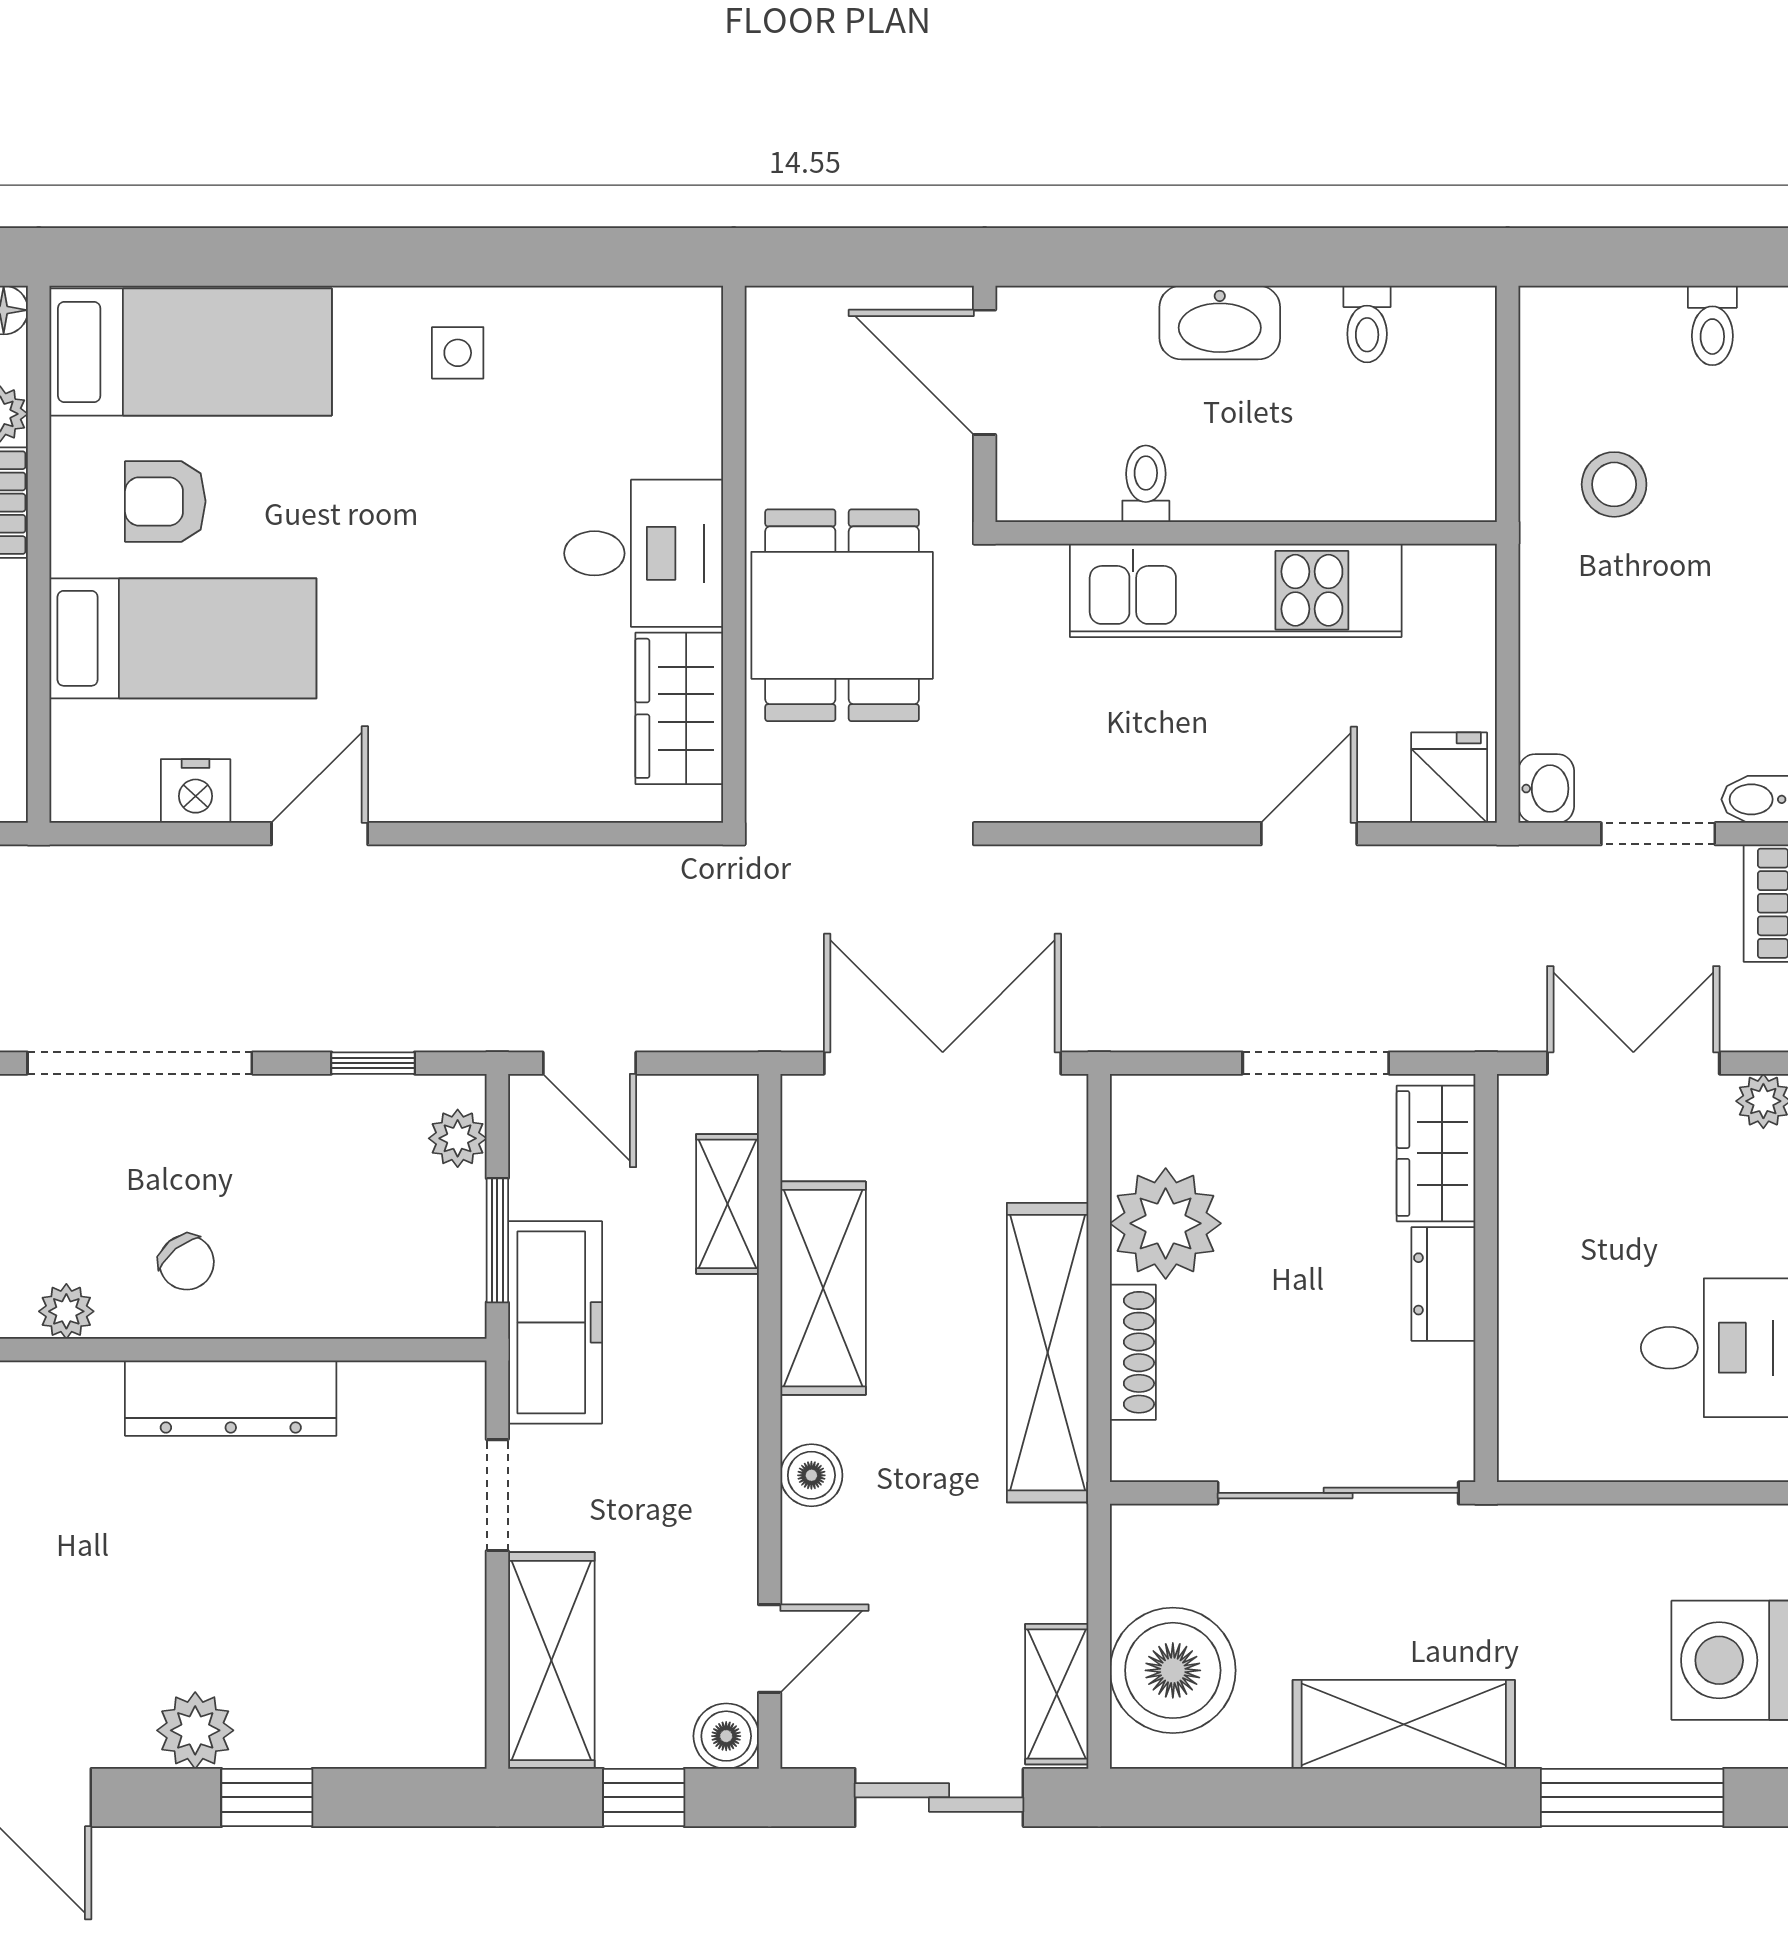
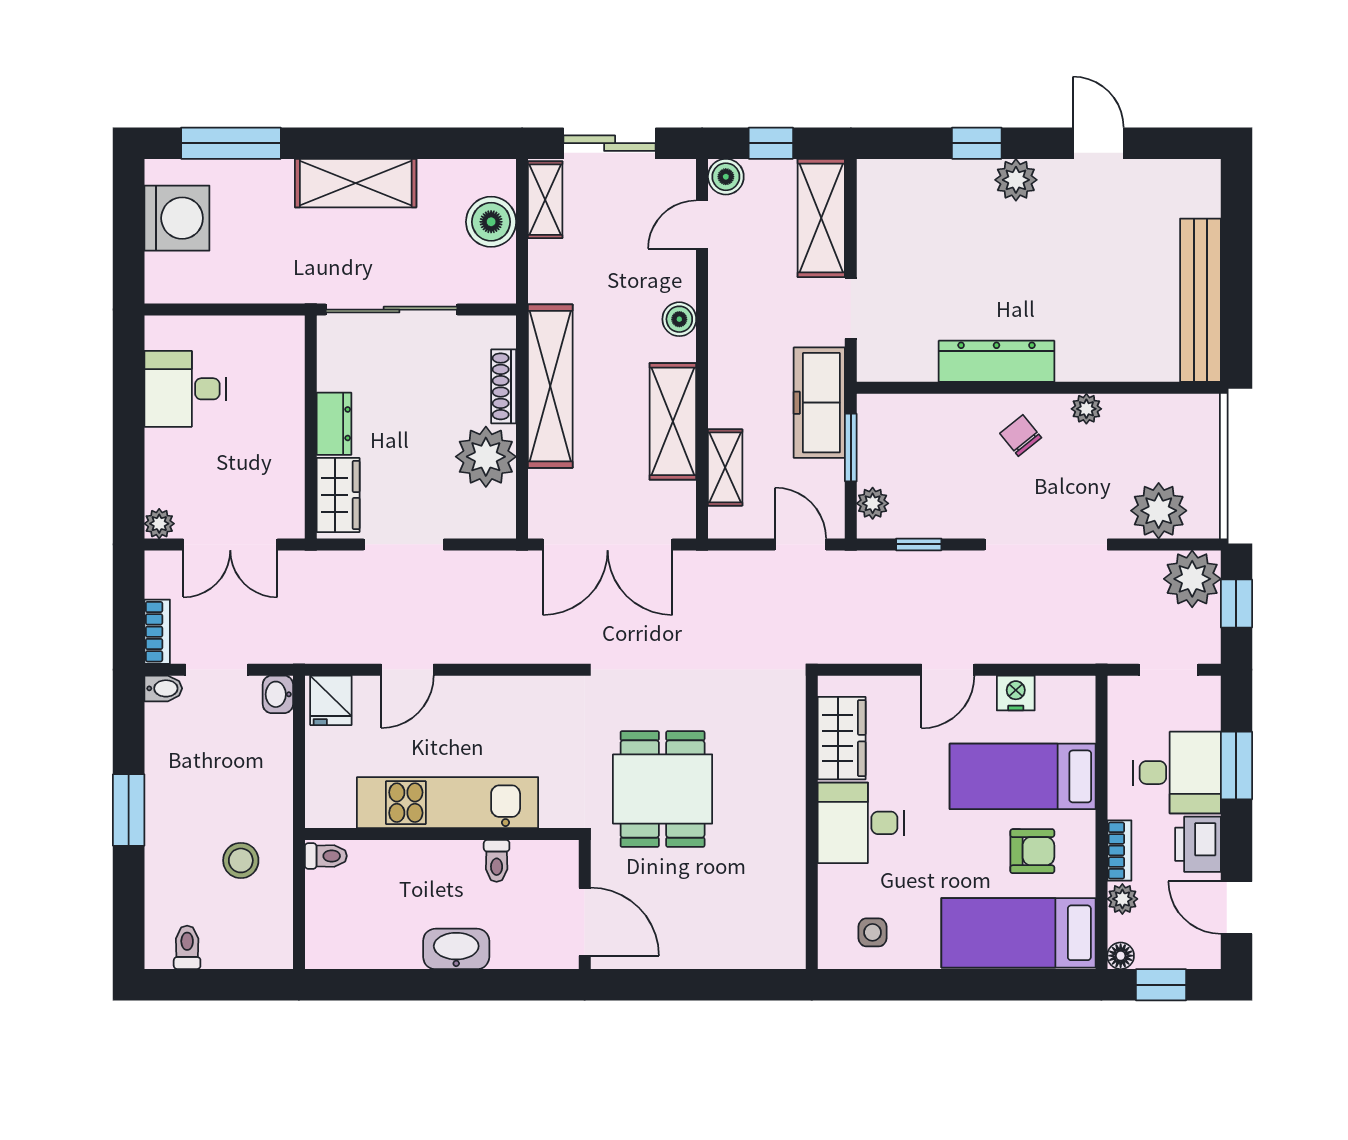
toilet: (1367, 324) -> (326, 856), moved, turned 90
desk: (644, 553) -> (861, 823), moved
wall: (734, 554) -> (812, 822), moved
wardrobe: (679, 708) -> (842, 738), moved
boiler: (1173, 1670) -> (491, 222), width x0.73, depth x0.73

